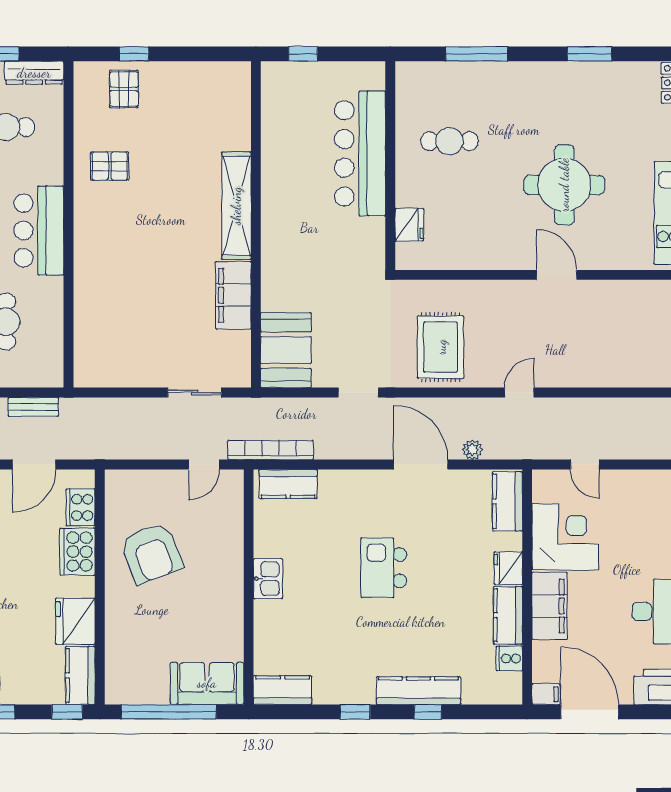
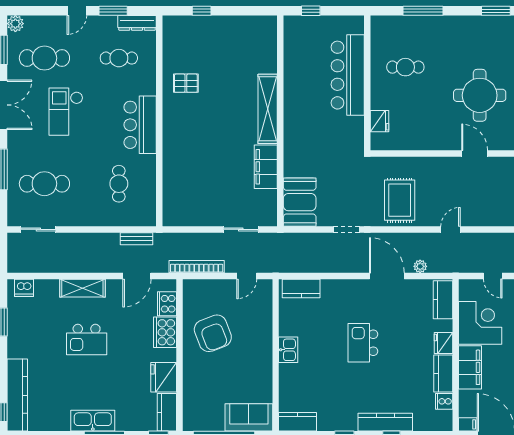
pallet: (124, 89) -> (195, 33), removed
bookcase: (271, 450) -> (197, 267), moved

